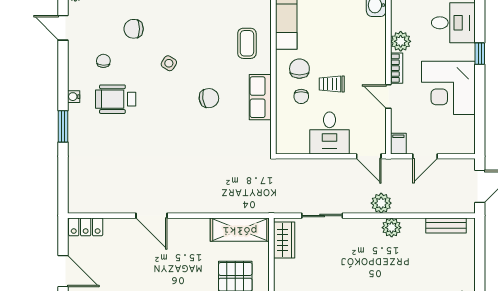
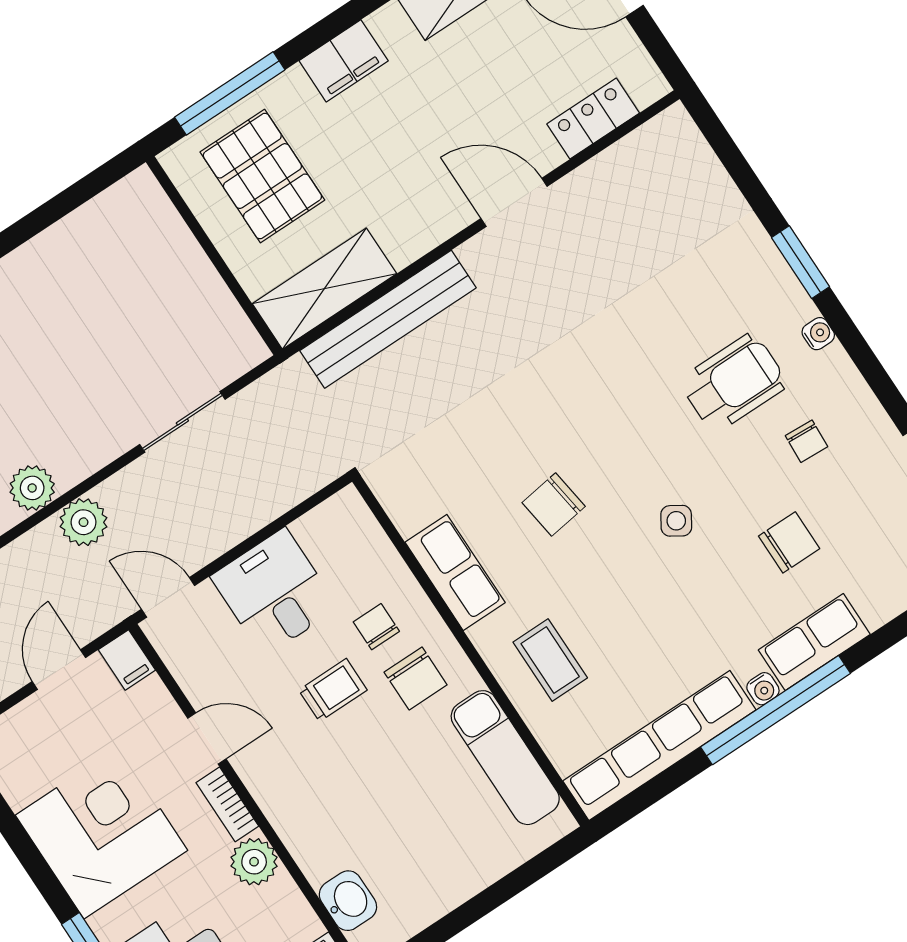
bench: (224, 204) -> (388, 319), added
locker: (86, 227) -> (593, 119), moved
wardrobe: (284, 240) -> (225, 326), removed

